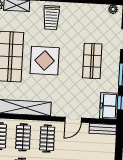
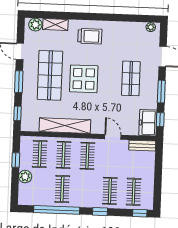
trolley: (51, 18) -> (90, 36), turned -90
door: (73, 120) -> (113, 137), swing flipped

